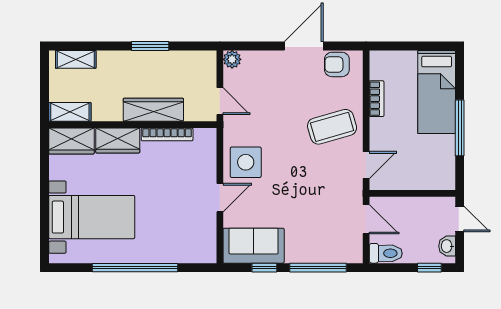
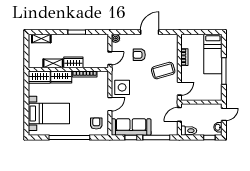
armchair: (337, 64) -> (139, 55), moved
door: (220, 101) -> (110, 58), hinge flipped
wardrobe: (153, 110) -> (73, 62), width x0.67
shelving: (70, 112) -> (53, 63), moved
door: (366, 219) -> (179, 114), swing flipped
door: (460, 219) -> (224, 114), hinge flipped
armchair: (191, 238) -> (96, 123), added
sofa: (254, 246) -> (131, 127), width x1.36

